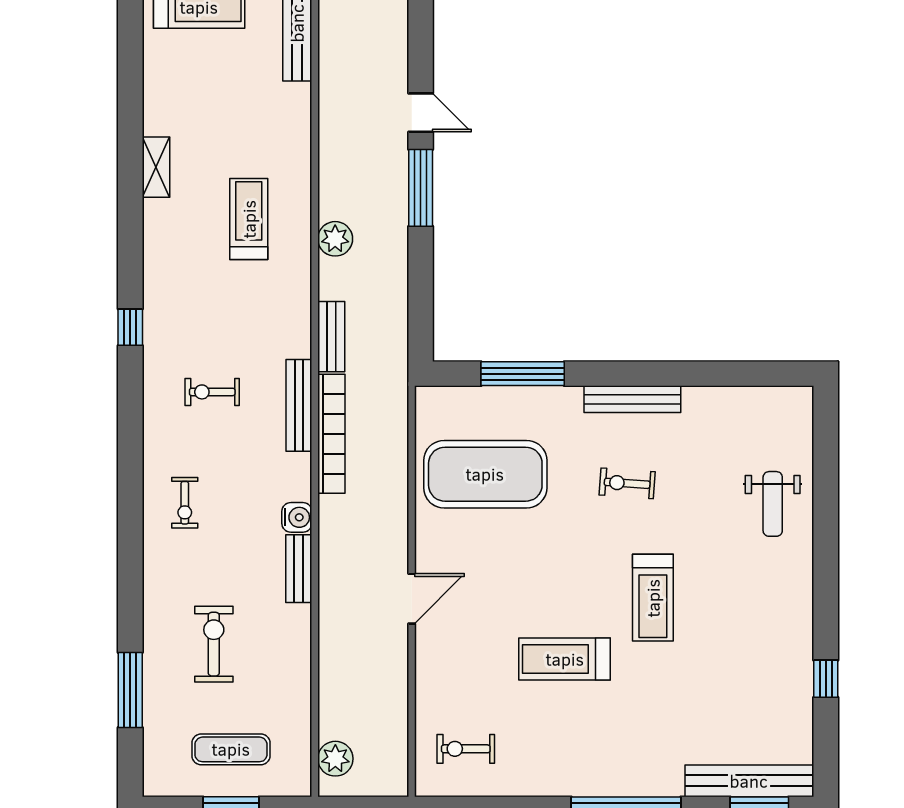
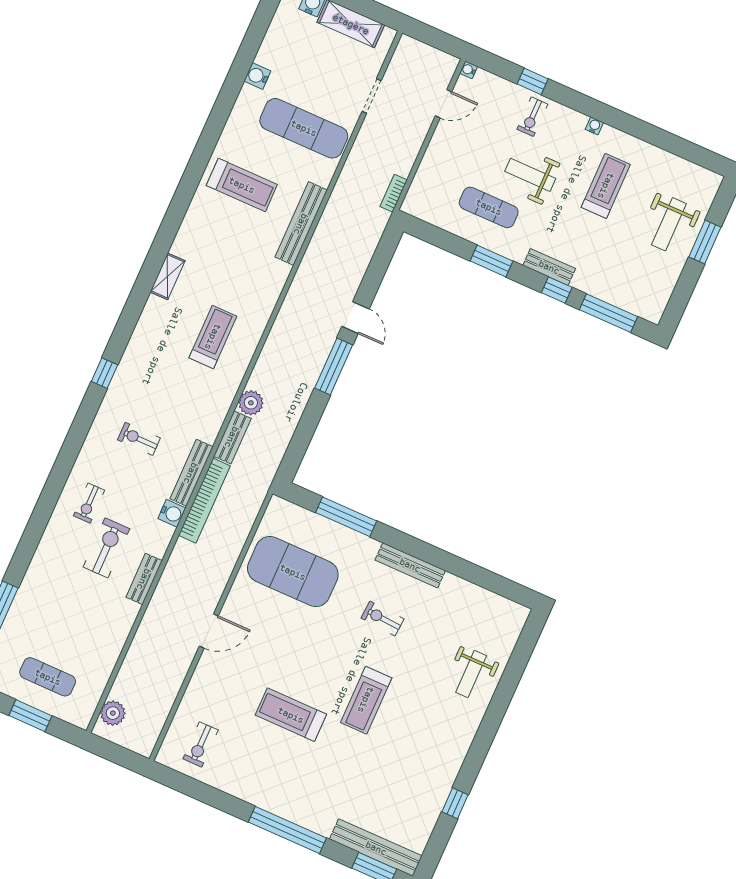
plant: (335, 239) -> (251, 403), moved
water cooler: (297, 517) -> (172, 513), moved
exercise bike: (214, 644) -> (106, 548), moved
exercise bike: (466, 749) -> (201, 744), turned -90

